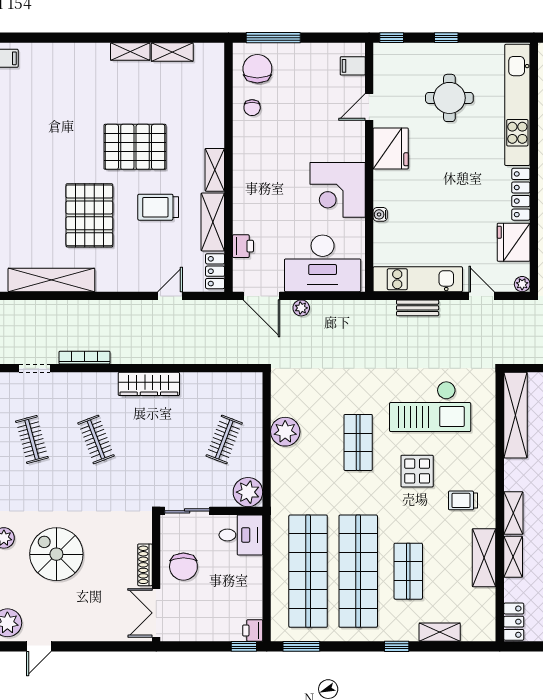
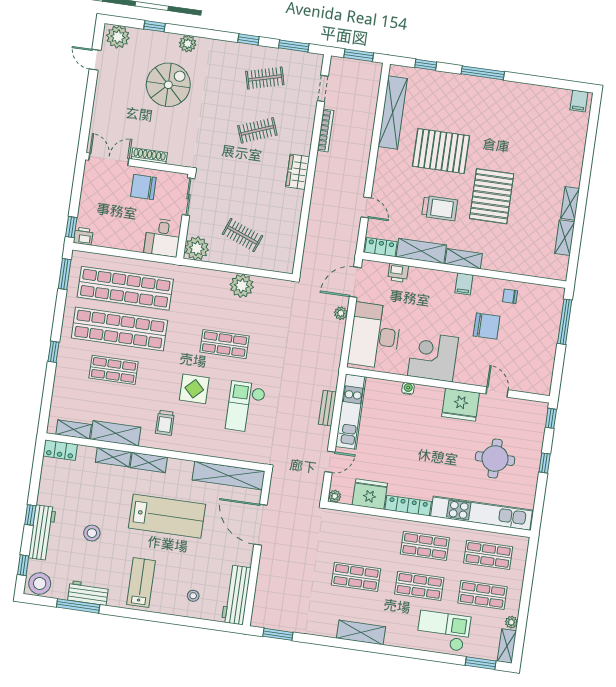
filing cabinet: (353, 66) -> (464, 284), moved, turned 180
chair: (257, 69) -> (487, 326), moved
trolley: (158, 207) -> (440, 208), turned 90
wardrobe: (149, 384) -> (298, 172), width x0.67
checkout: (430, 406) -> (245, 407), width x0.73, depth x0.83
trolley: (463, 500) -> (165, 423), turned 180
shelving: (440, 632) -> (74, 429), moved, turned 90

